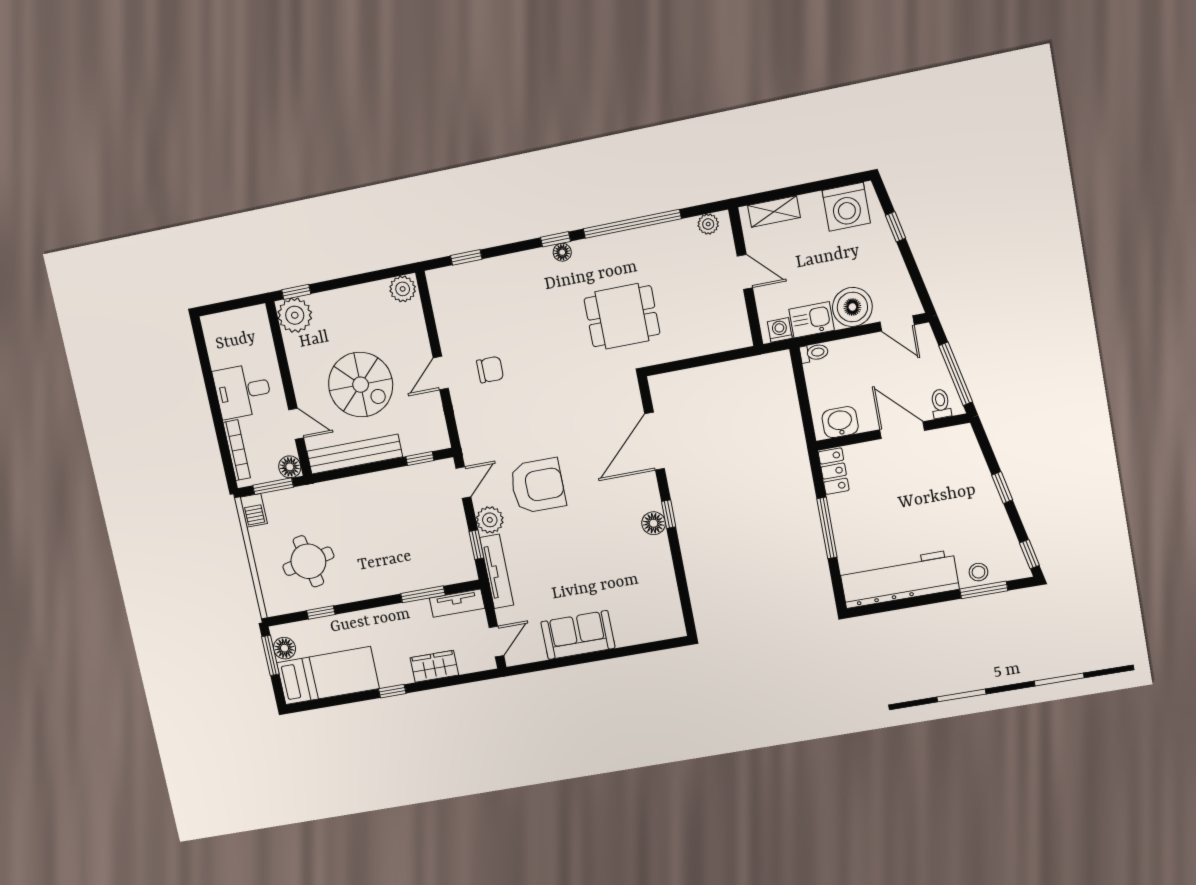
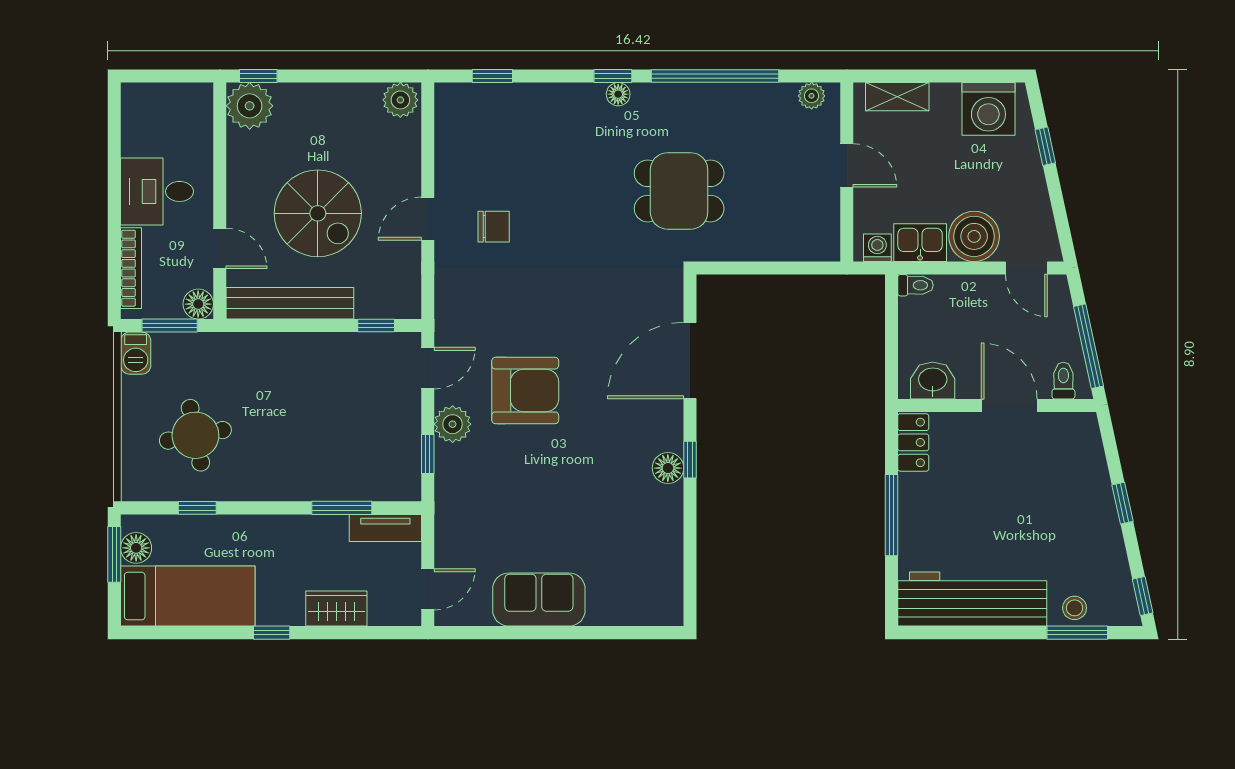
tv unit: (497, 571) -> (447, 495), removed

